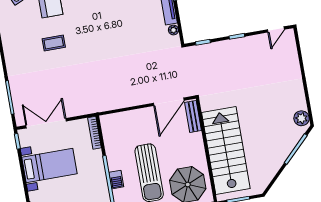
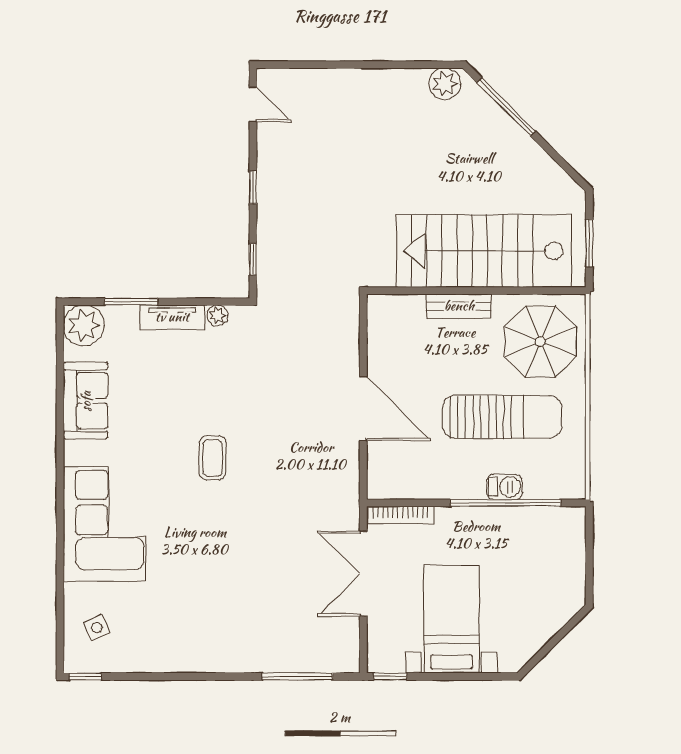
coffee table: (54, 43) -> (212, 458), moved
door: (169, 102) -> (363, 409), moved
bench: (193, 116) -> (459, 306), moved
double door: (46, 123) -> (363, 574), moved

